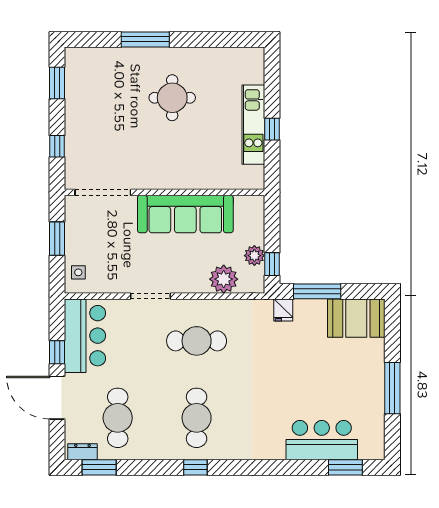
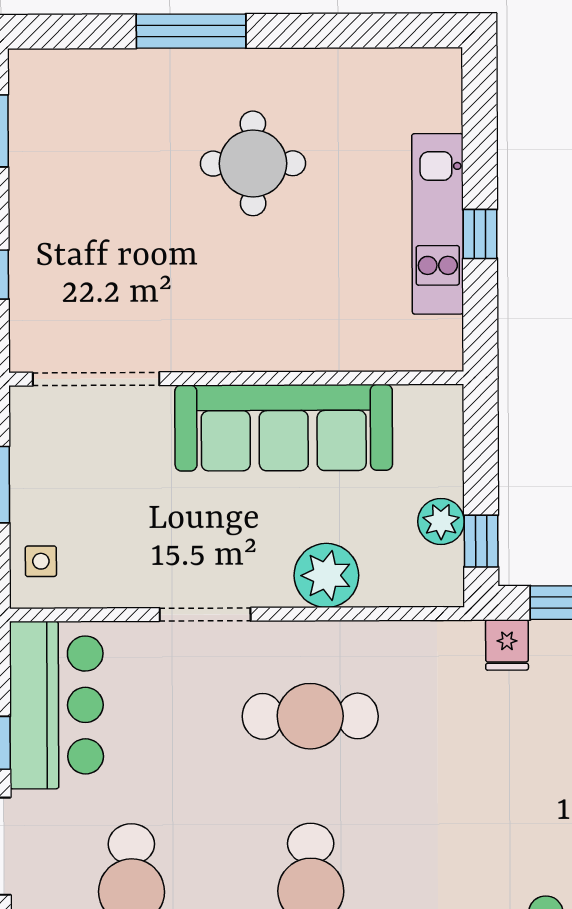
plant: (224, 279) -> (326, 575), moved

